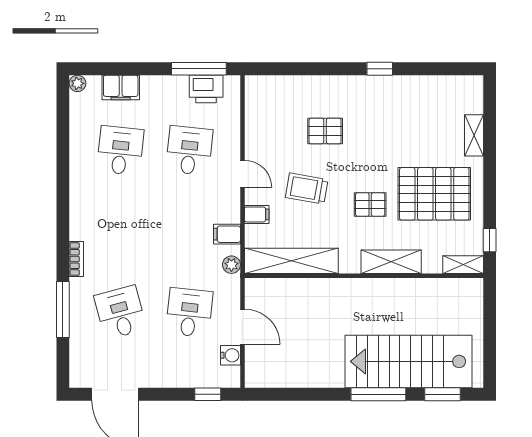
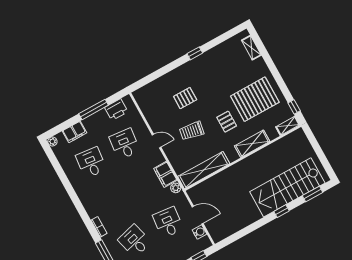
window: (199, 69) -> (94, 109), moved
shelving: (474, 135) -> (251, 48), moved
pallet: (370, 204) -> (227, 122), turned 90
filing cabinet: (257, 214) -> (174, 157), removed
filing cabinet: (227, 234) -> (165, 174), width x2.00
window: (378, 394) -> (282, 211), width x0.46

